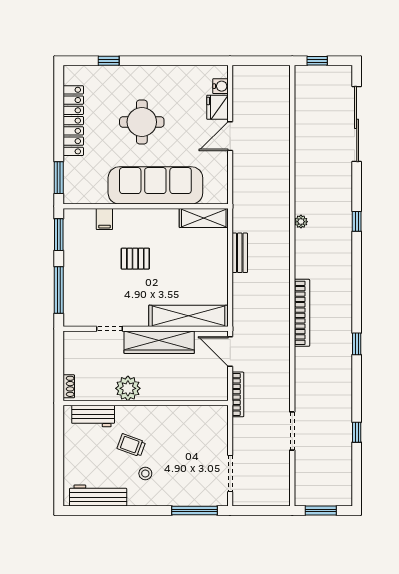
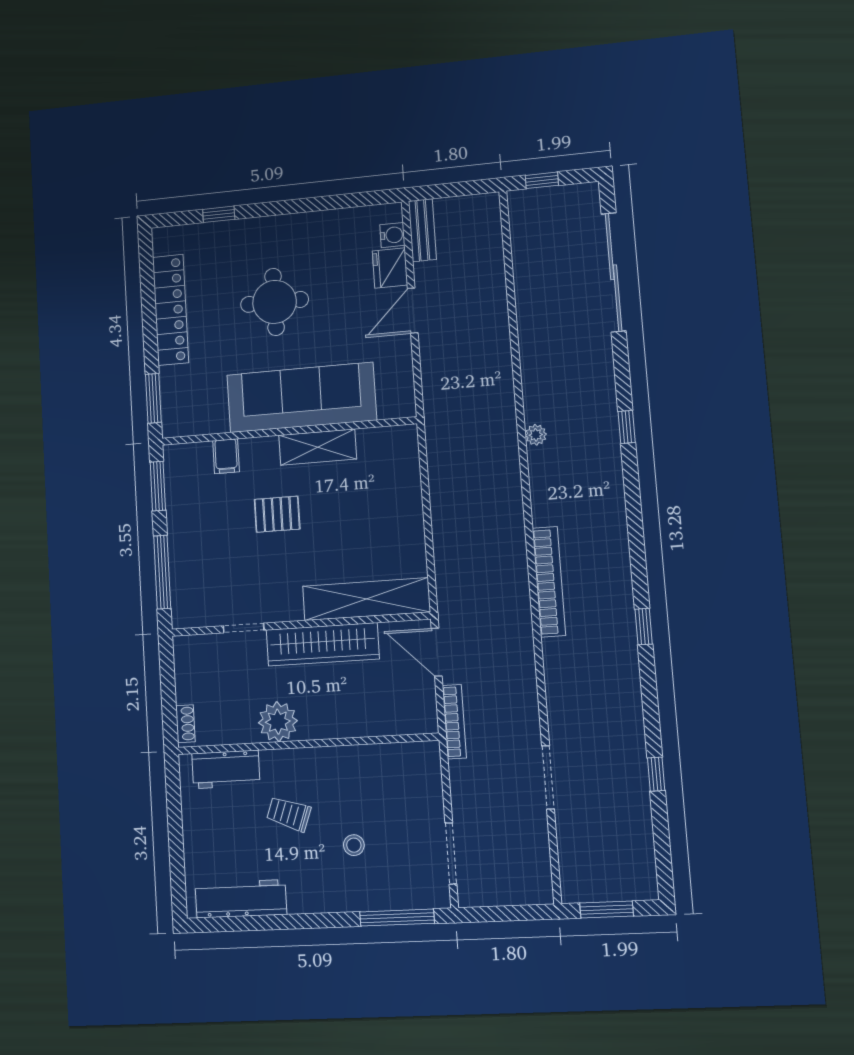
shelving: (204, 218) -> (318, 447), moved
bench: (240, 253) -> (422, 230), moved
stool: (145, 473) -> (354, 845), moved

